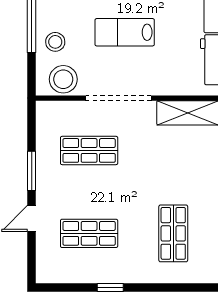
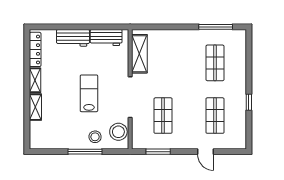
lab bench: (125, 32) -> (89, 93), turned 180
window: (32, 171) -> (158, 152), moved
shop shelf: (173, 233) -> (215, 63), turned 90

